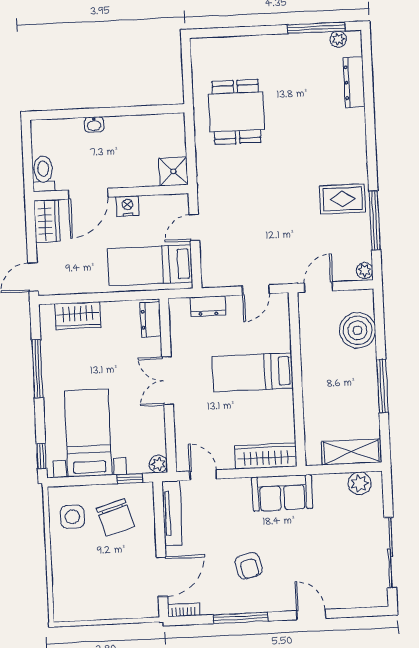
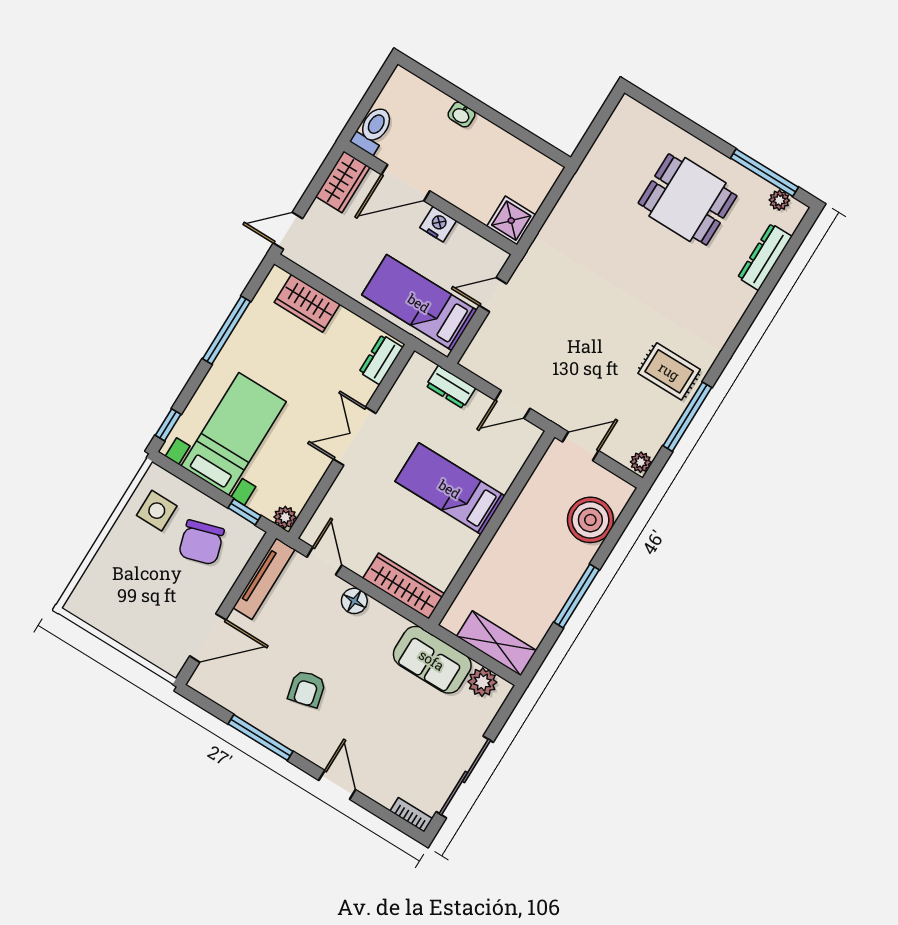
dining table: (236, 112) -> (688, 199), moved, turned 90
floor lamp: (240, 488) -> (354, 601), added
sofa: (282, 493) -> (432, 660), moved
bookcase: (184, 610) -> (411, 815), moved

